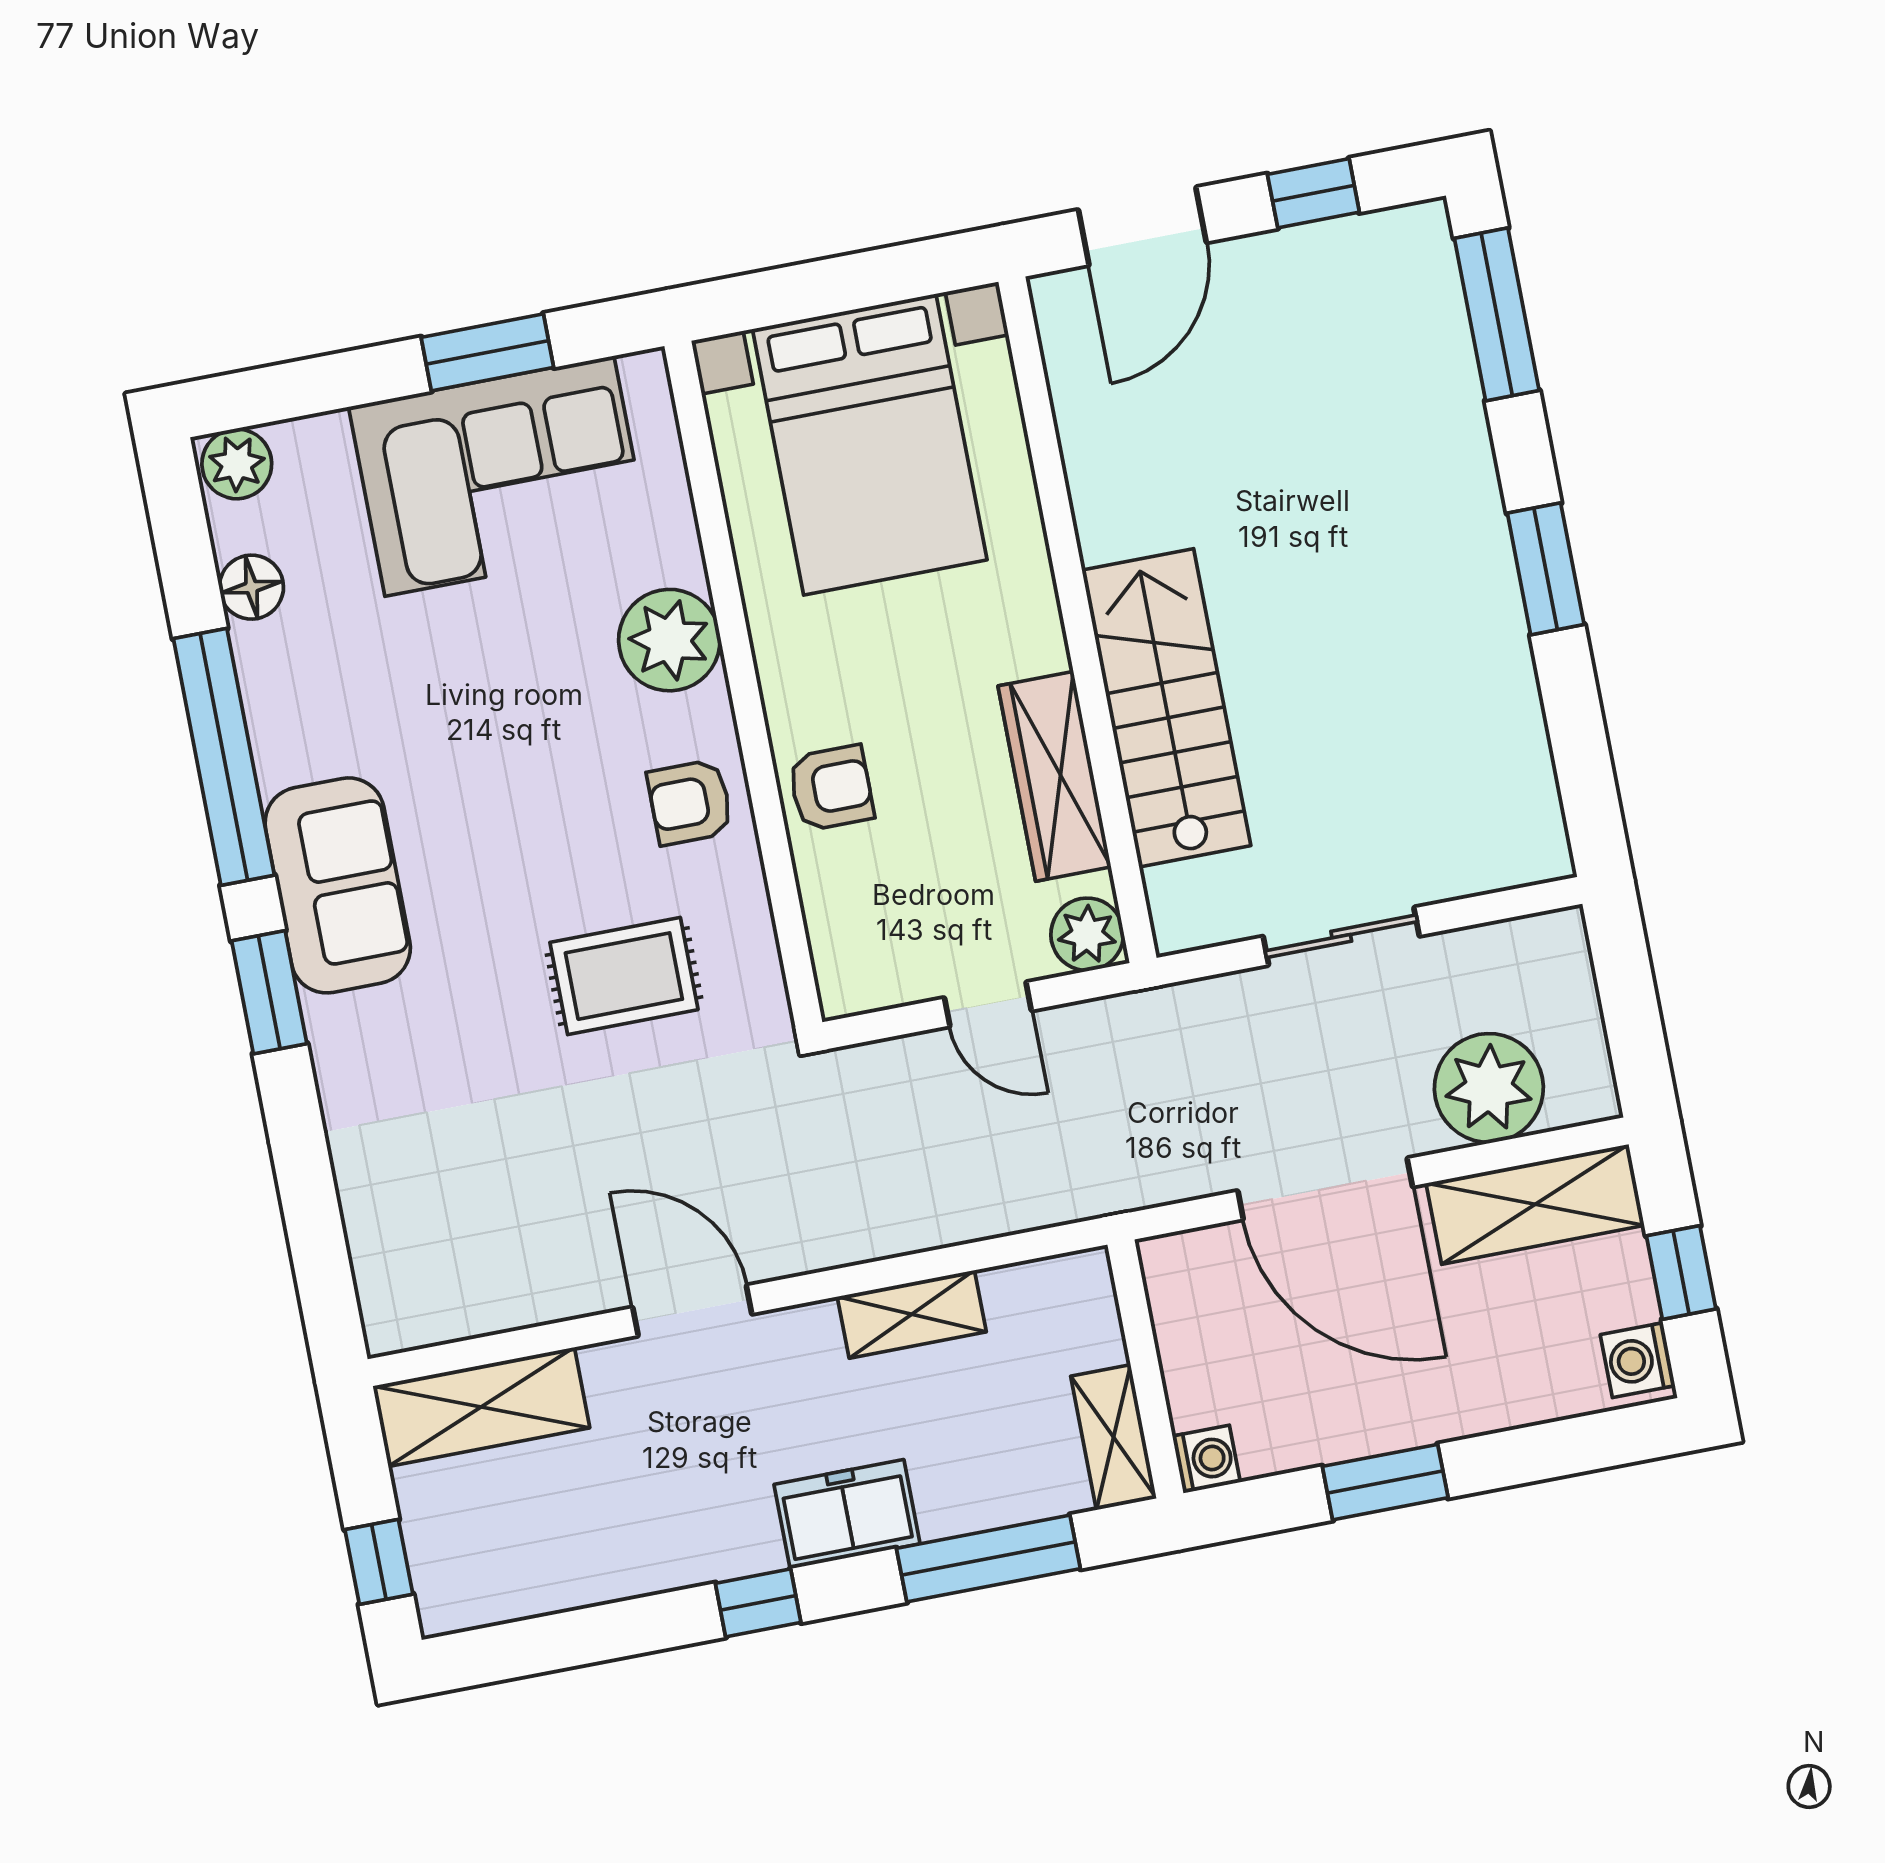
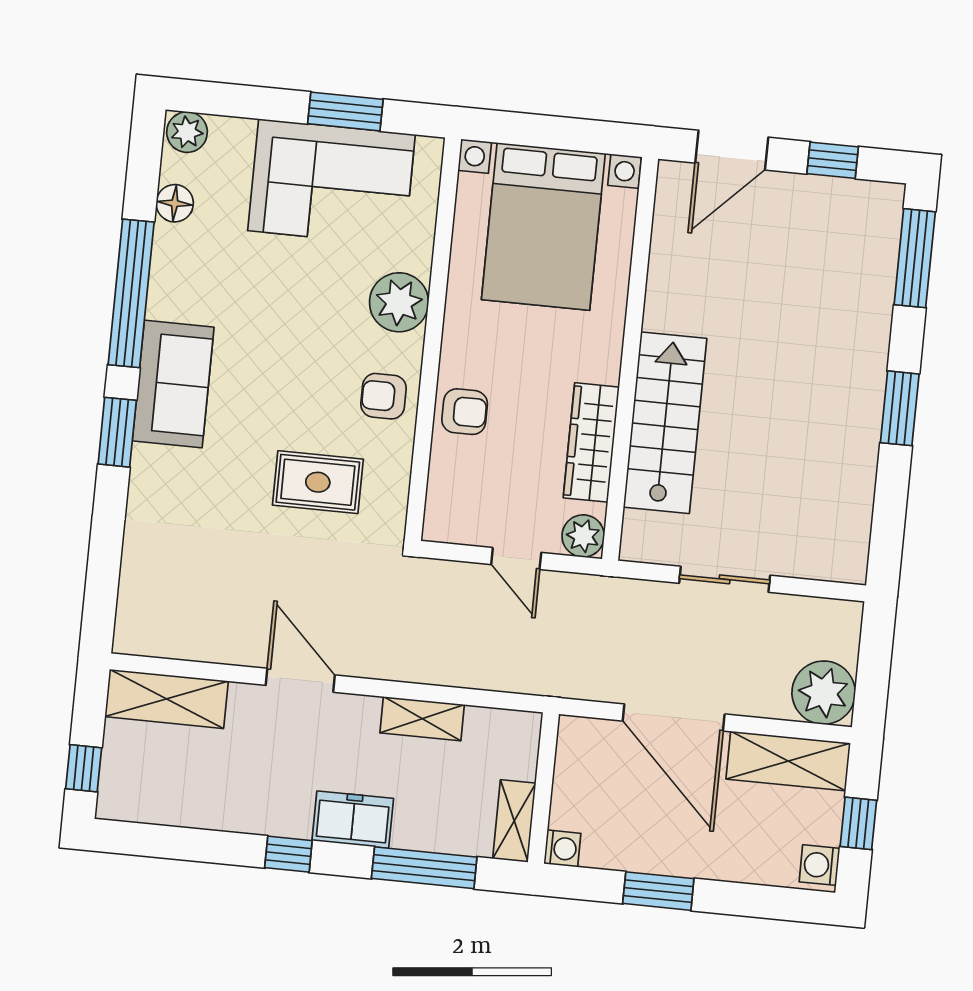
plant: (1489, 1088) -> (824, 693), moved

